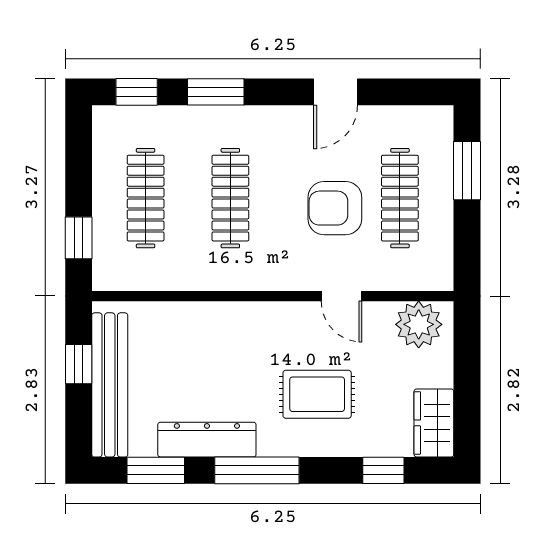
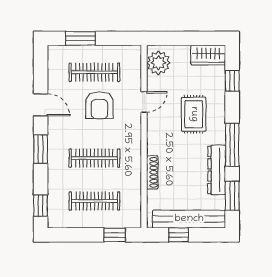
window: (216, 92) -> (41, 149), moved
shoe rack: (202, 312) -> (152, 172), added

